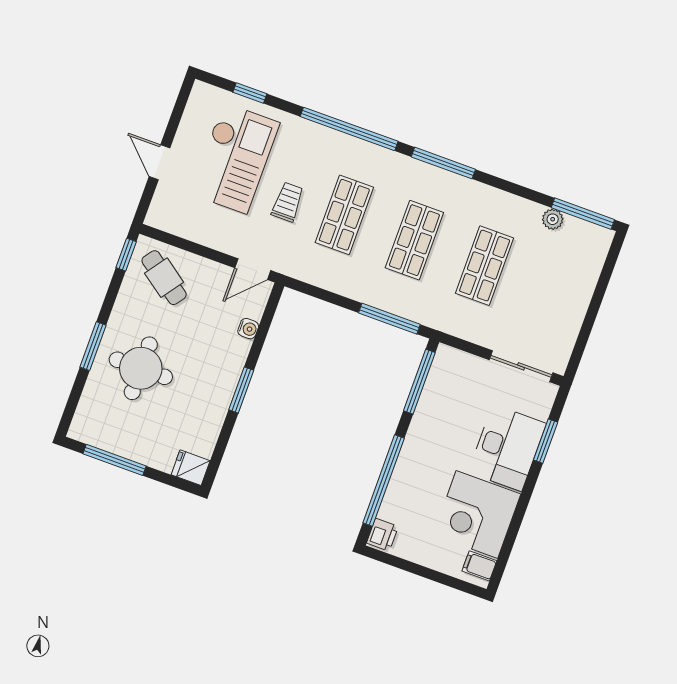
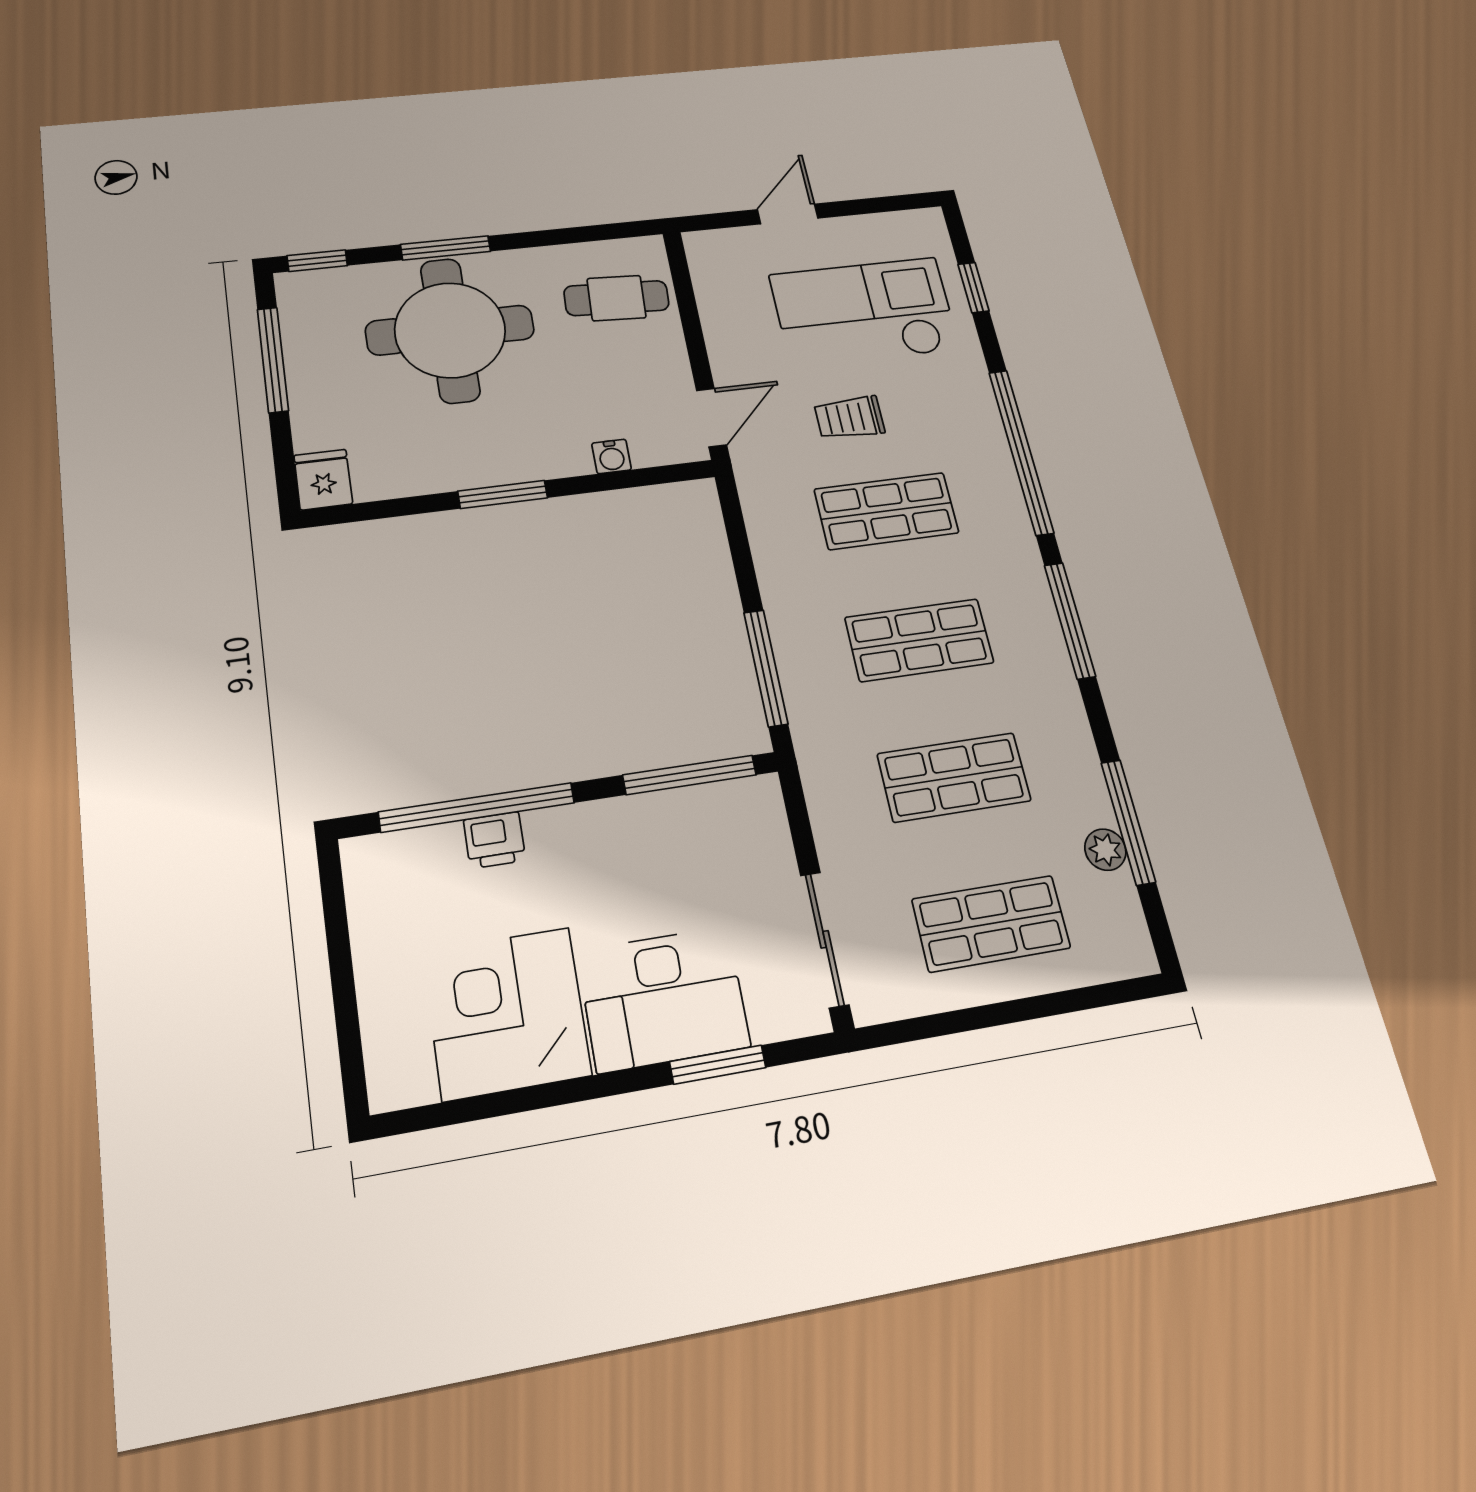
checkout: (235, 158) -> (864, 312), turned 180
trolley: (288, 202) -> (849, 418), turned 180
window: (583, 214) -> (1128, 822), moved
window: (126, 255) -> (317, 261), moved
door: (253, 269) -> (711, 418), swing flipped
cafe table: (164, 278) -> (616, 298), turned 57
shop shelf: (555, 291) -> (991, 924), added
round table: (141, 368) -> (450, 330), width x1.36, depth x1.36
printer: (382, 535) -> (495, 840), moved
filing cabinet: (479, 566) -> (409, 1075), removed

